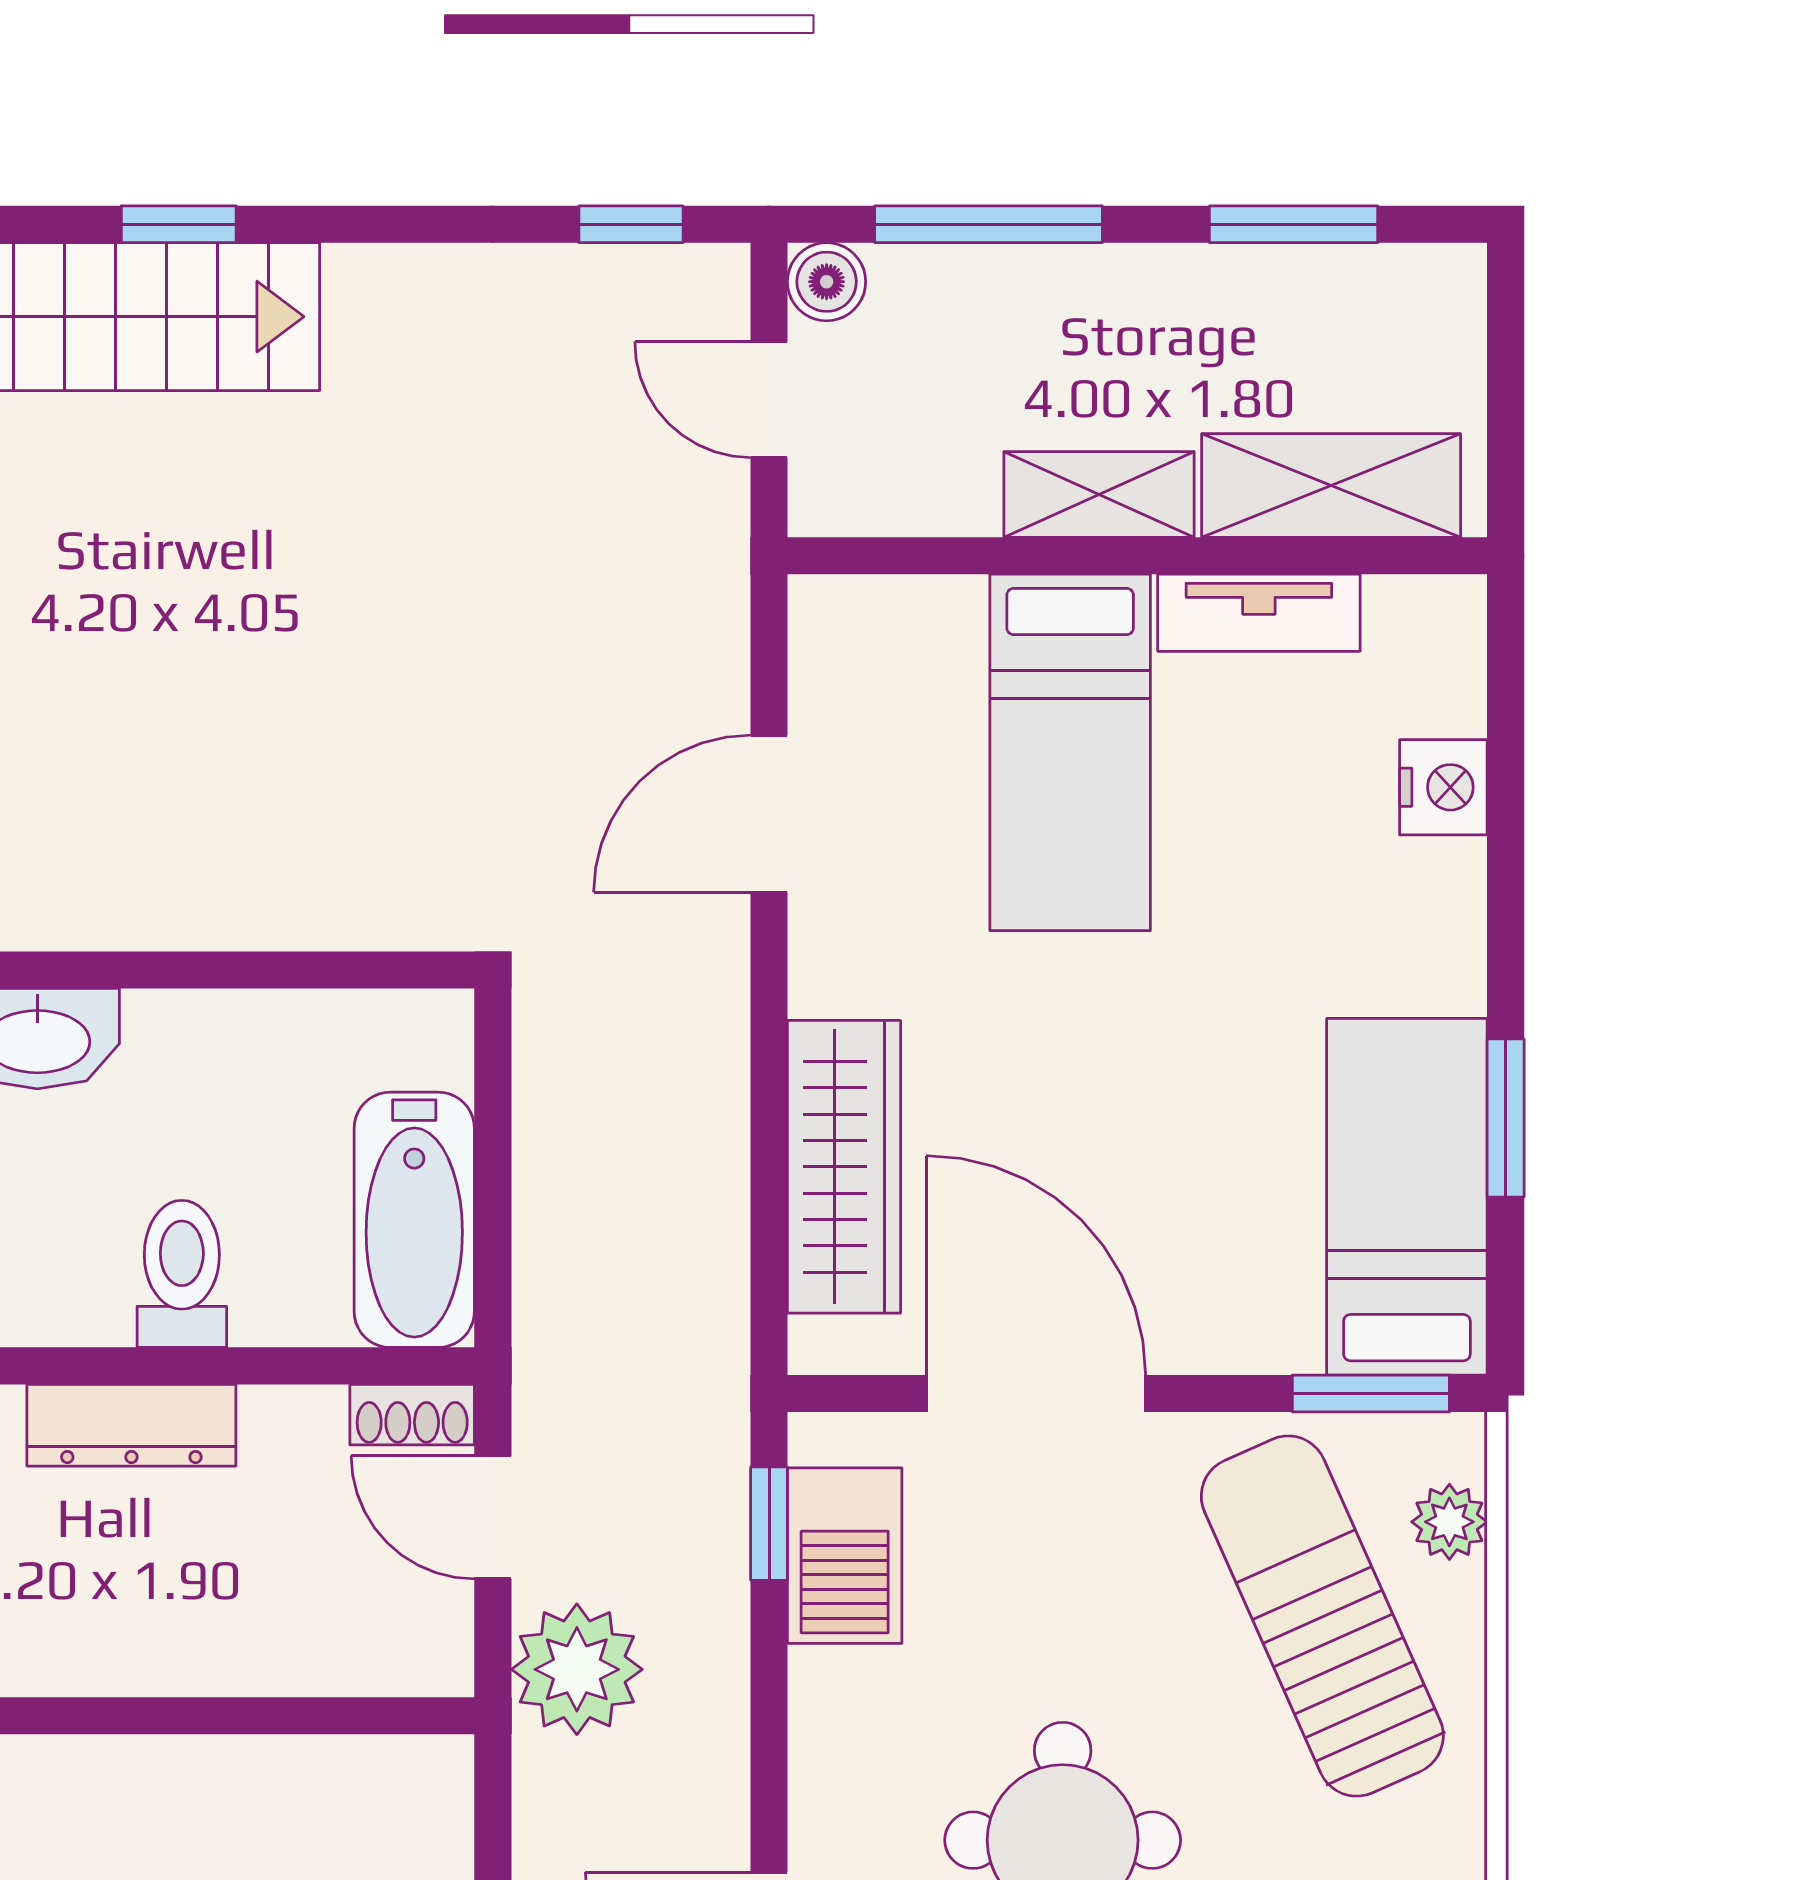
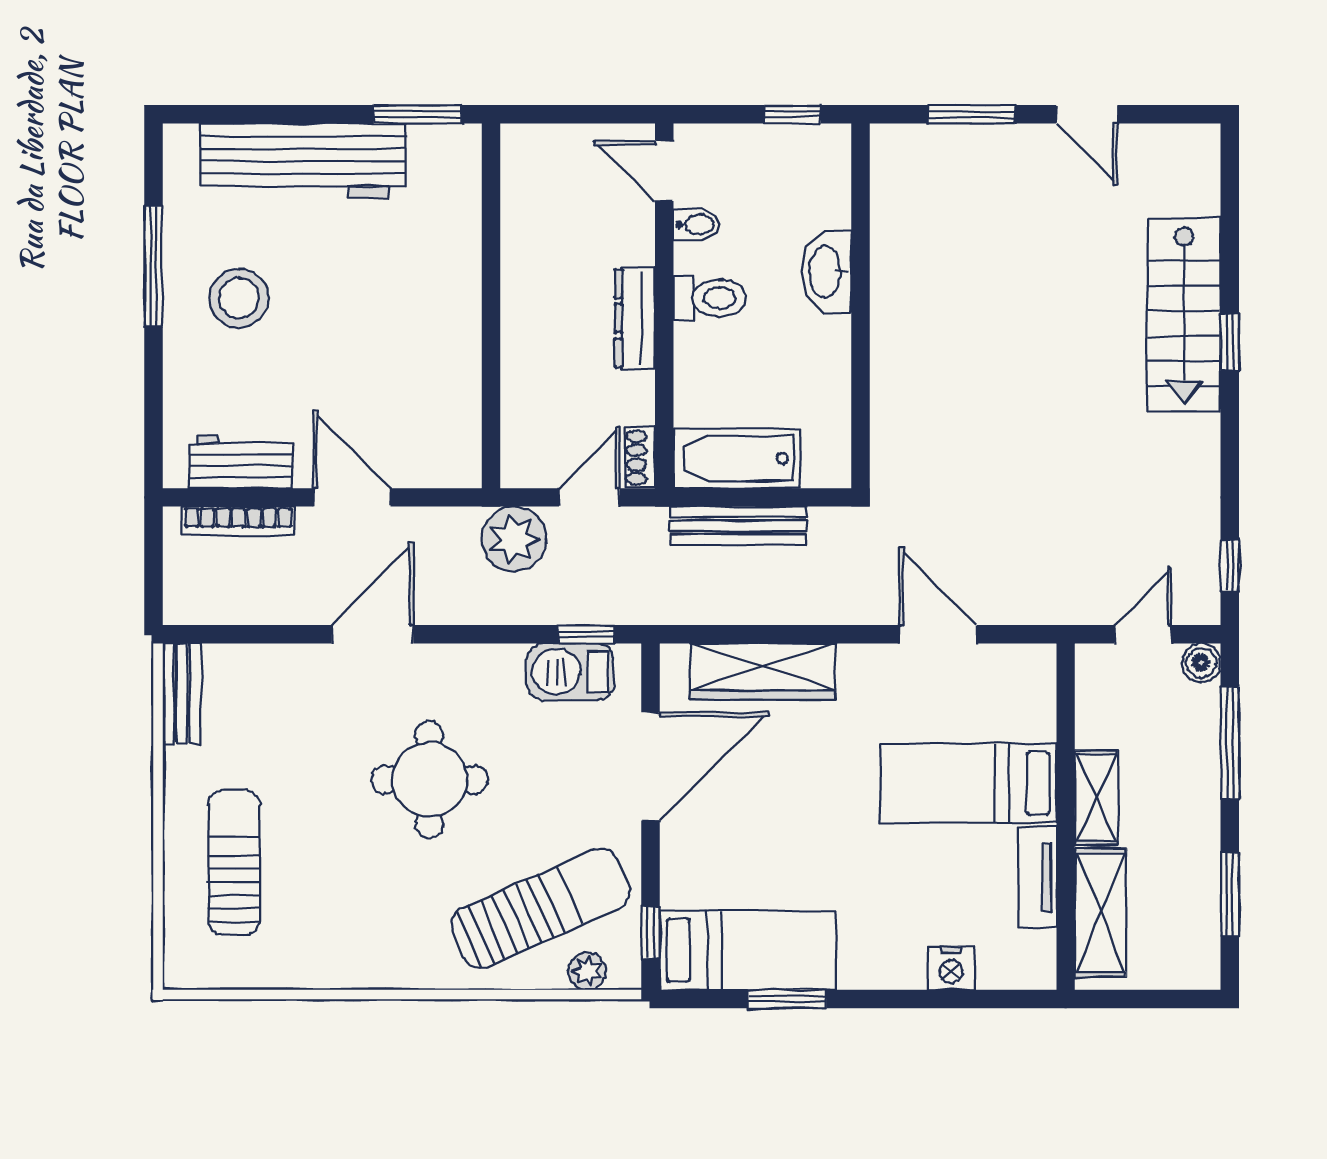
bench: (550, 1217) -> (738, 526), added
toilet: (182, 1274) -> (710, 298), moved
window: (1371, 1393) -> (651, 932), width x0.67

